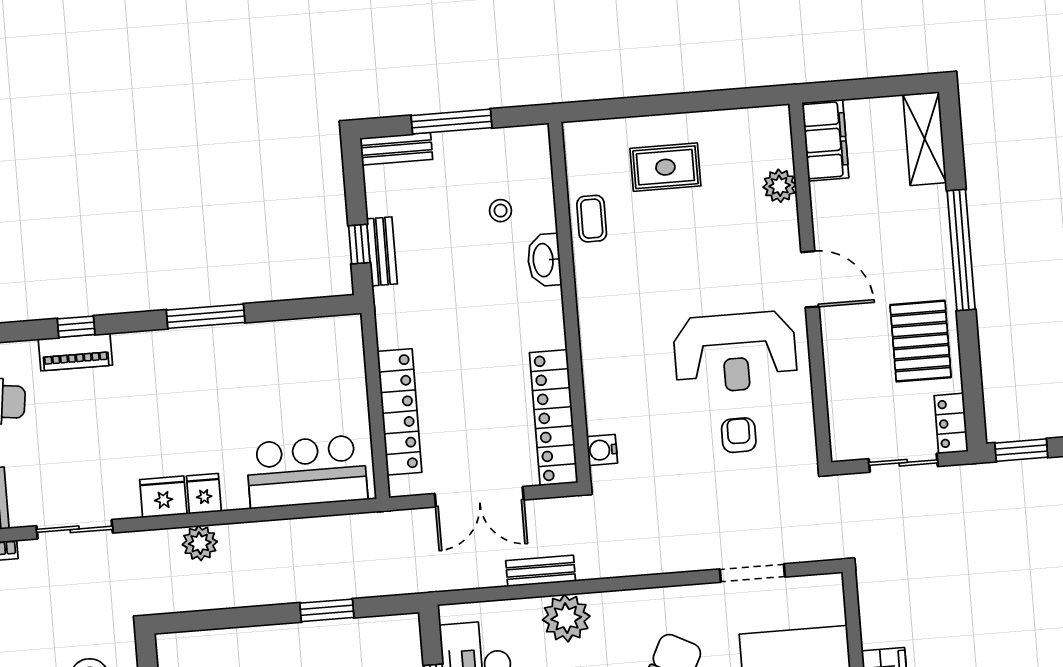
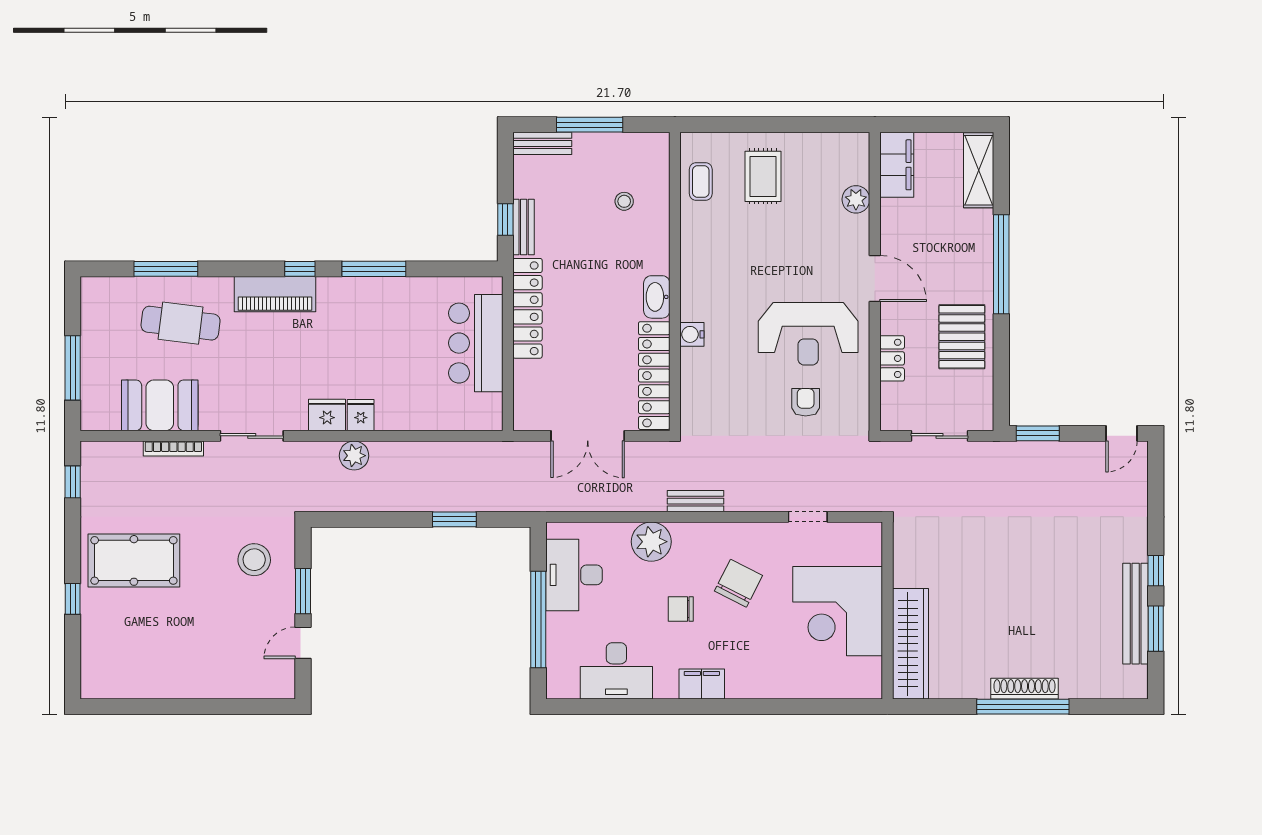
rug: (665, 167) -> (763, 176), turned 90
coffee table: (592, 219) -> (701, 182), moved
washbasin: (544, 260) -> (657, 297), moved
window: (76, 327) -> (300, 269), moved
piano: (75, 352) -> (275, 294), width x1.37, depth x1.33
locker: (400, 412) -> (527, 308), moved
locker: (951, 423) -> (892, 358), moved, turned 180
water cooler: (602, 450) -> (692, 334), moved
bar counter: (307, 472) -> (476, 343), moved, turned -90
bench: (541, 571) -> (695, 501), moved
doorway: (752, 573) -> (808, 517), width x0.73

